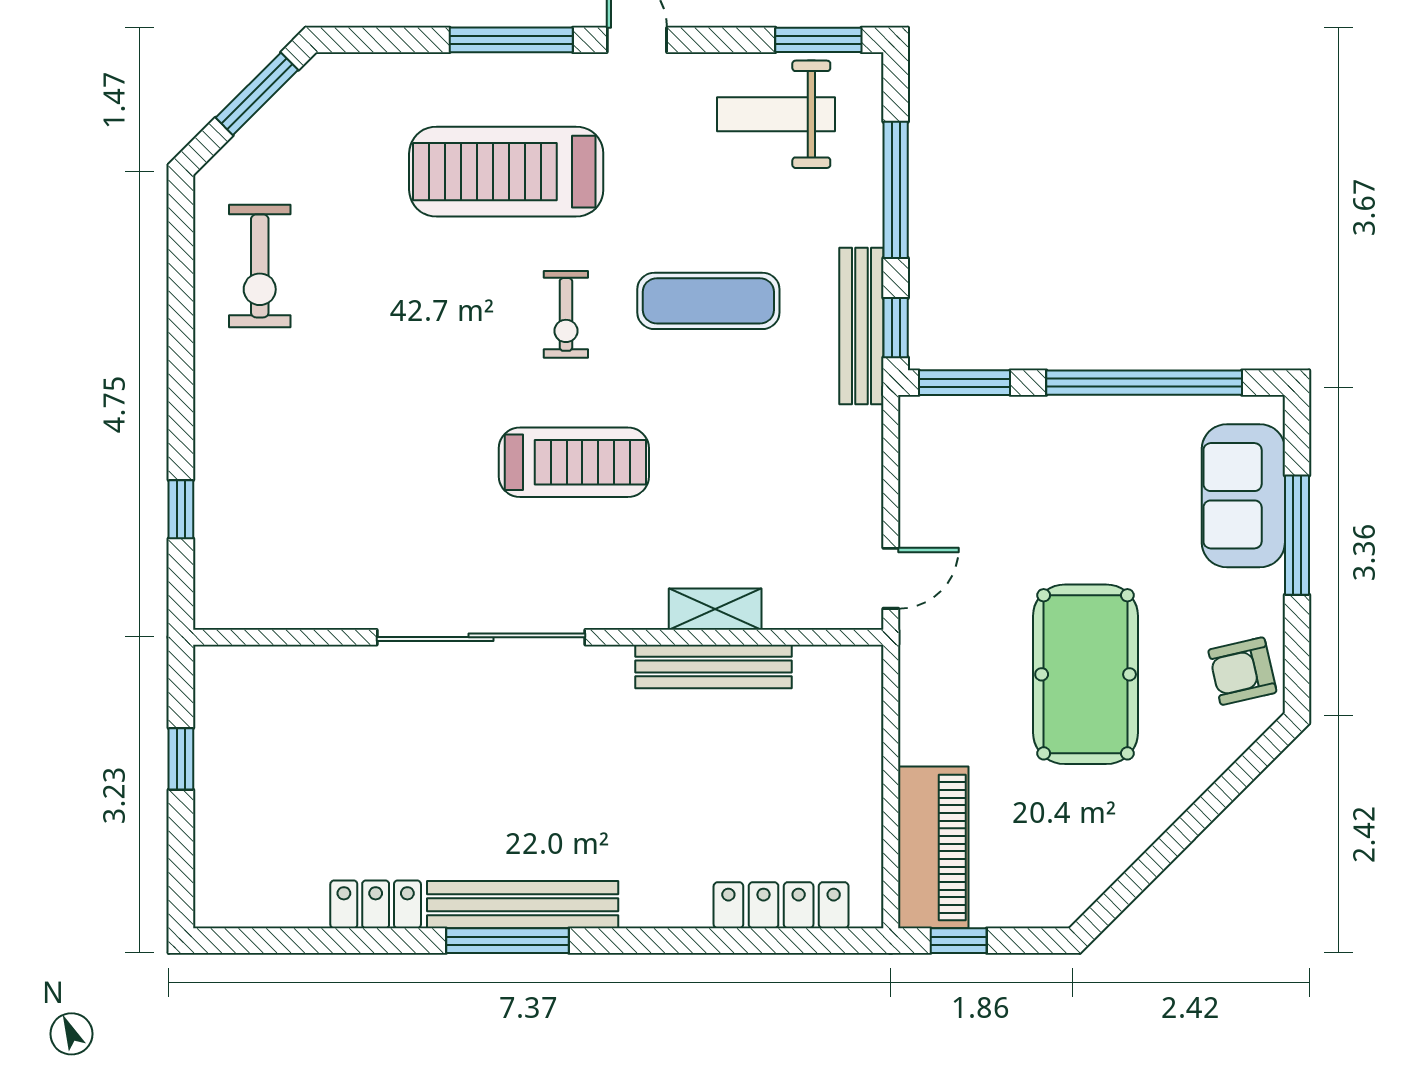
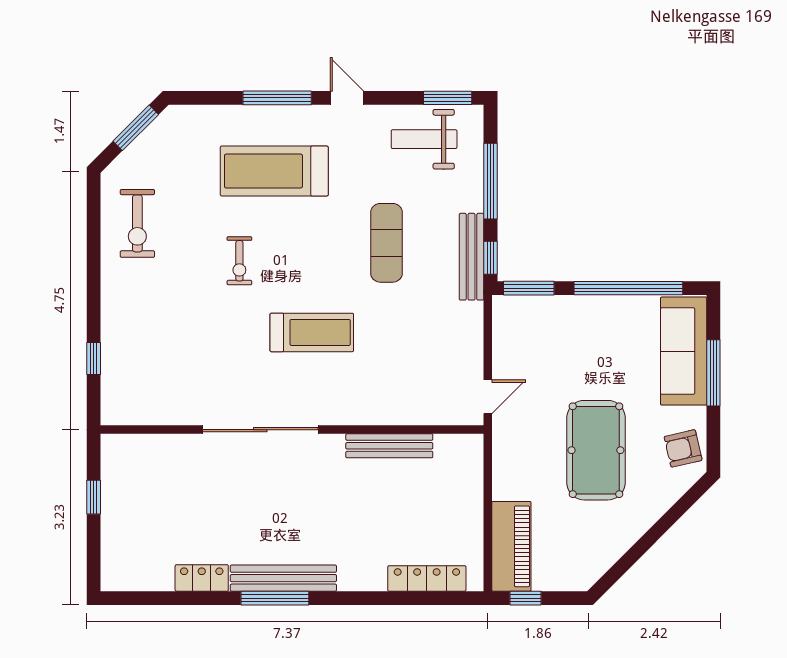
exercise mat: (708, 301) -> (387, 243), turned 90
exercise bike: (566, 314) -> (239, 261), moved
sofa: (1243, 496) -> (684, 351), width x1.36
shelving: (715, 609) -> (390, 414), removed

